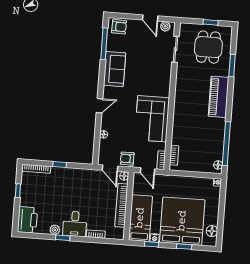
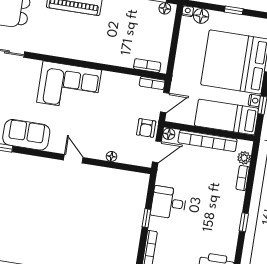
corner sofa: (152, 119) -> (69, 86), moved
window: (221, 217) -> (234, 10), added
desk: (75, 224) -> (169, 203), moved, turned 180
plant: (55, 230) -> (244, 158), moved
floor lamp: (212, 231) -> (201, 16), moved

